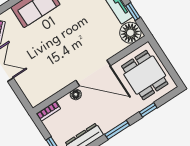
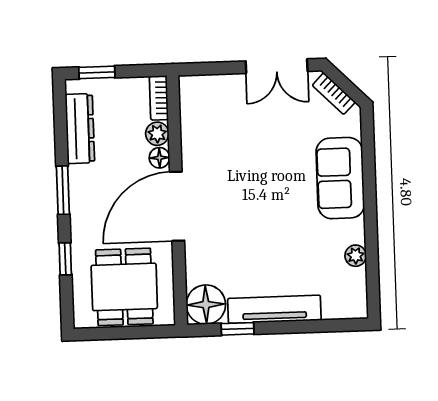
dining table: (145, 75) -> (124, 287), turned 90
plant: (65, 102) -> (157, 134), added

